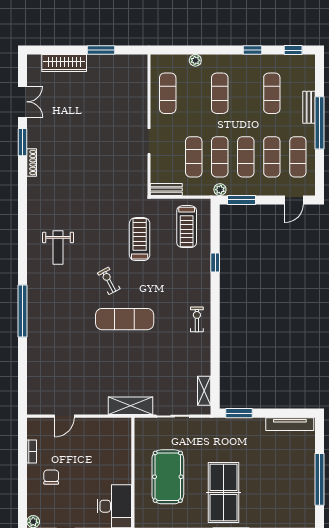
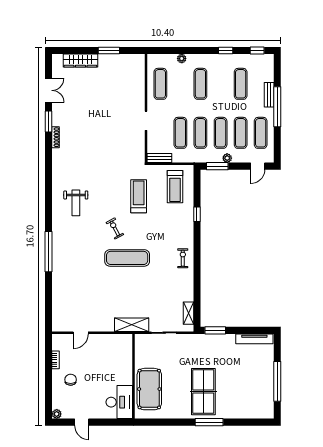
plant: (220, 190) -> (227, 158), moved
pool table: (168, 477) -> (149, 389), moved

